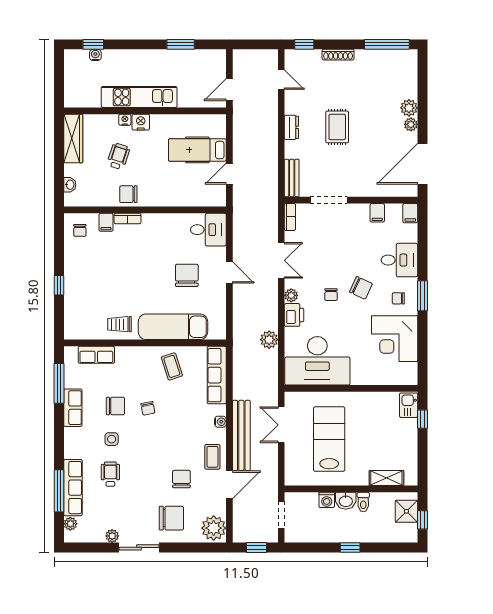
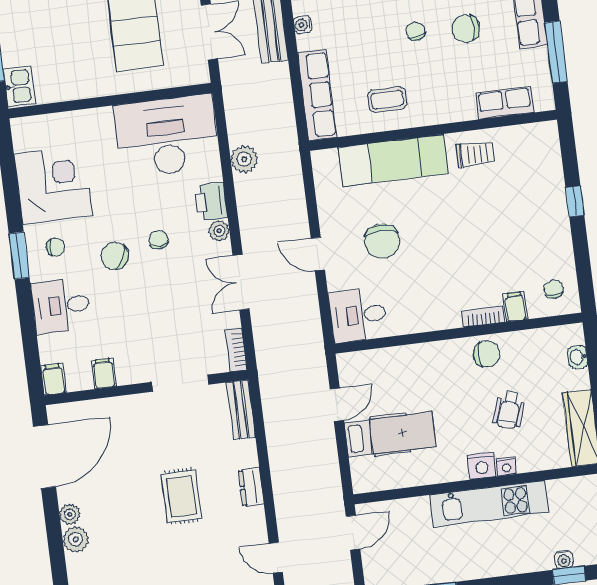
coffee table: (172, 366) -> (387, 100), turned -72

